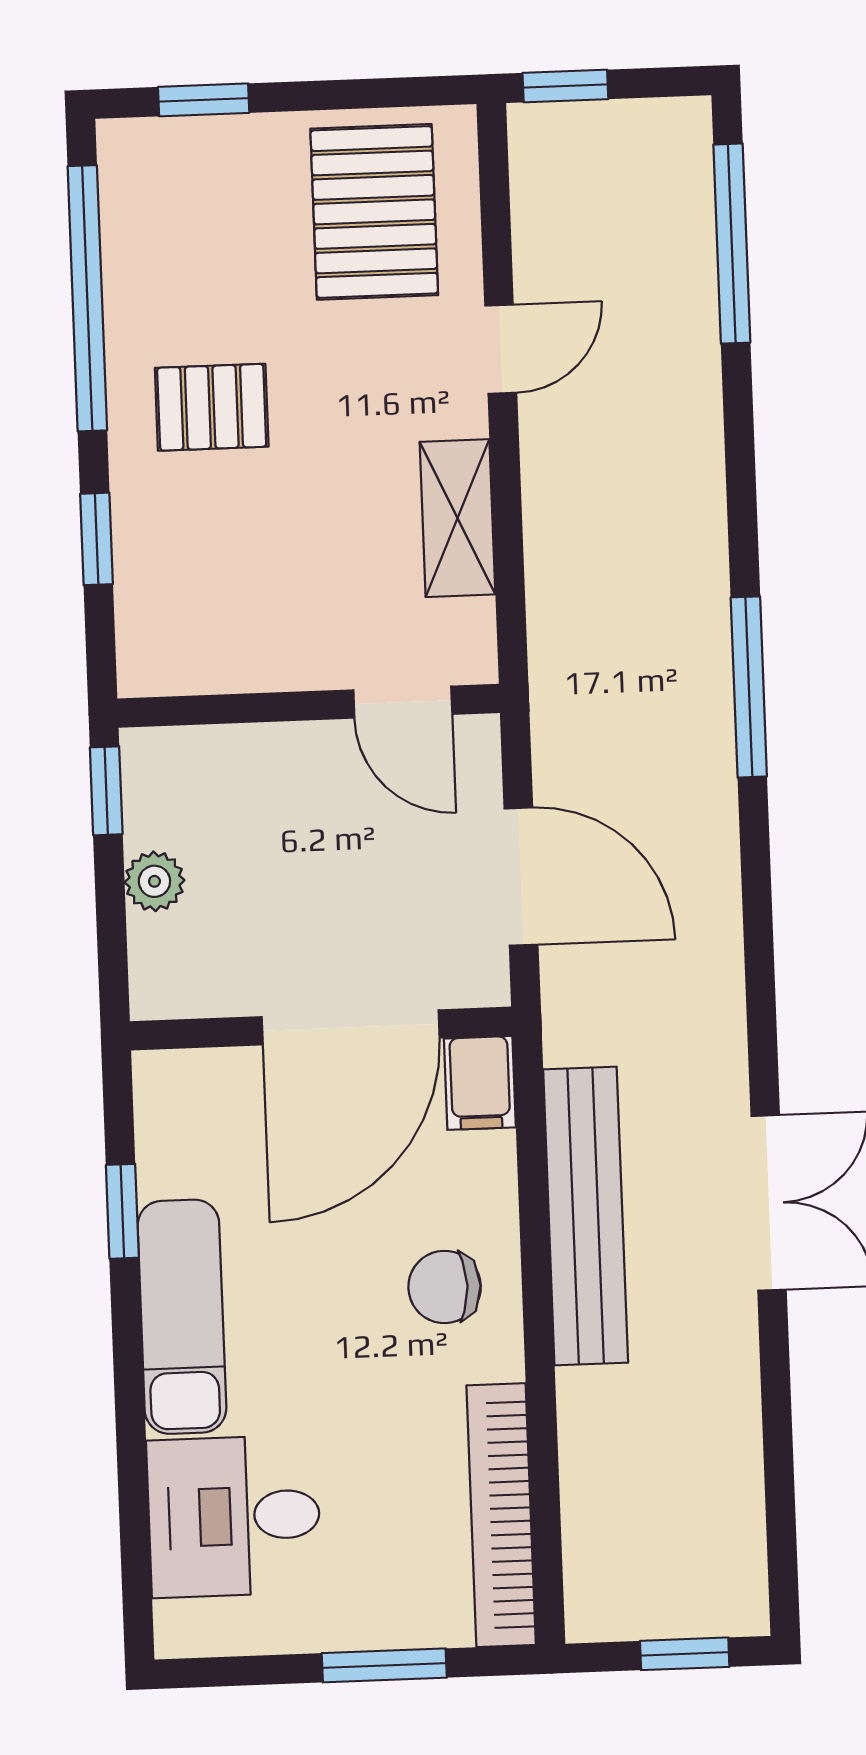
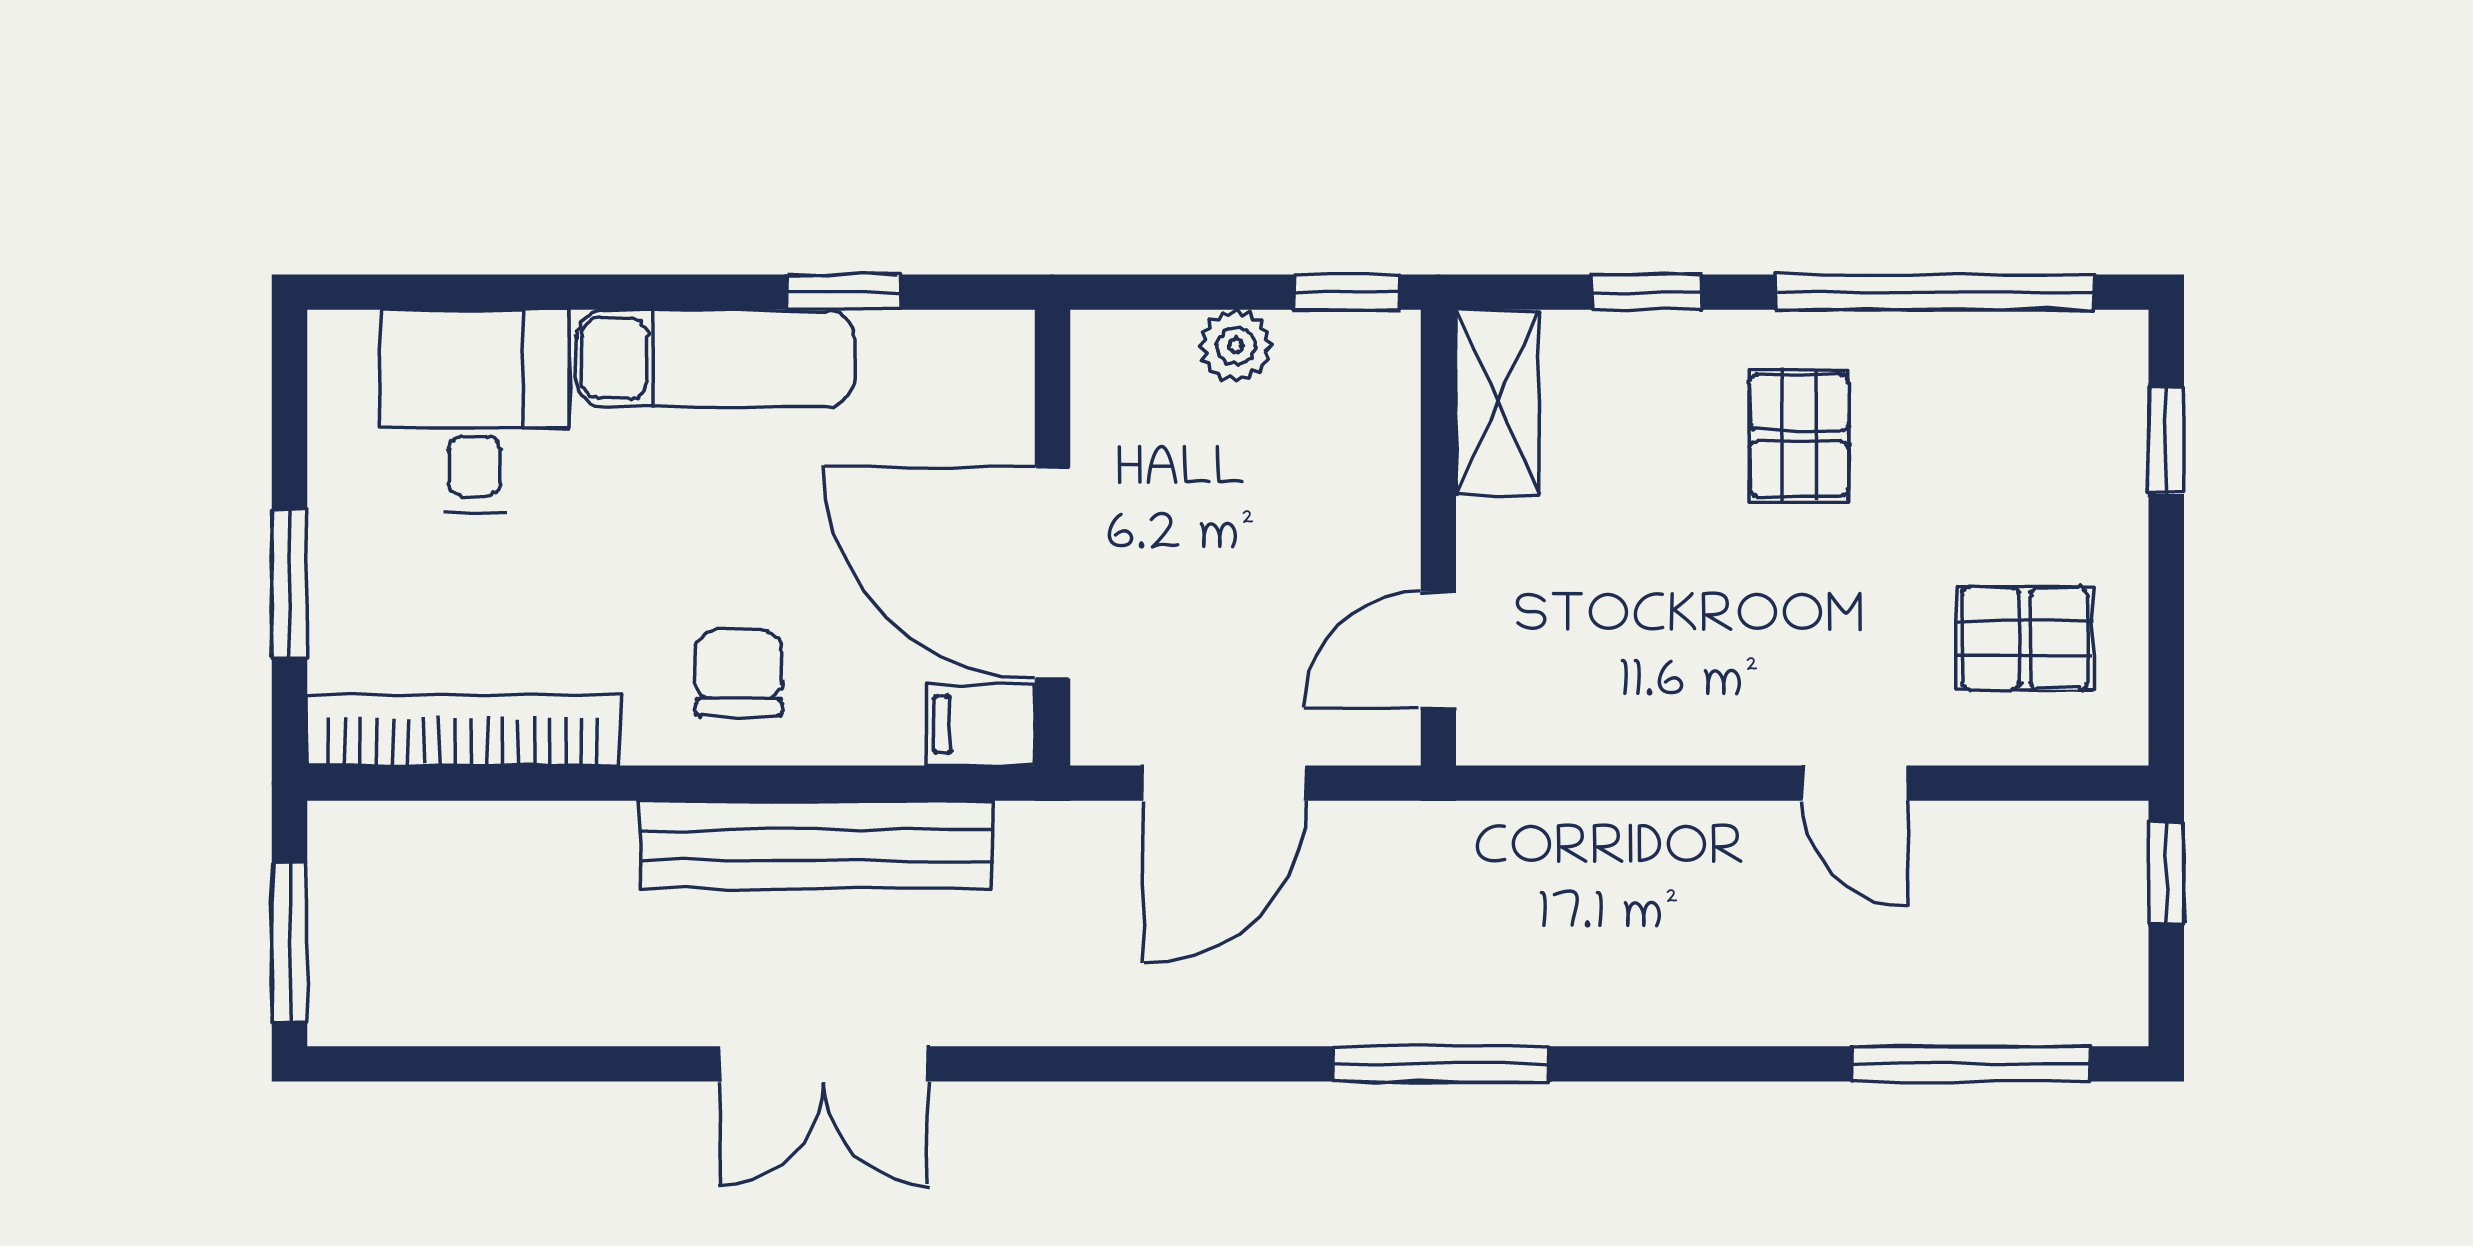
pallet: (374, 212) -> (2025, 639), width x0.67, depth x0.71
shelving: (458, 518) -> (1498, 402), moved, turned 90
window: (685, 1654) -> (290, 943), width x1.50

